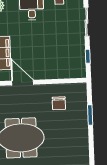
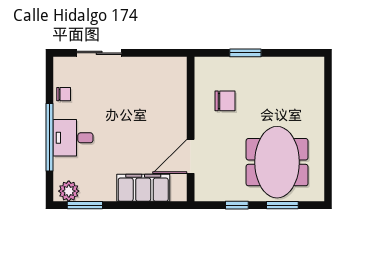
window: (88, 56) -> (153, 53), removed

